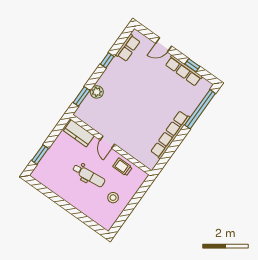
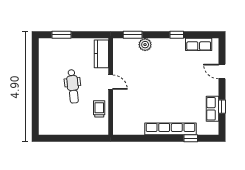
row of seats: (184, 71) -> (212, 109), width x0.68
window: (200, 109) -> (191, 138), width x0.32
row of seats: (170, 135) -> (170, 129), moved
door: (107, 142) -> (111, 82), swing flipped
stool: (113, 198) -> (69, 119), removed

